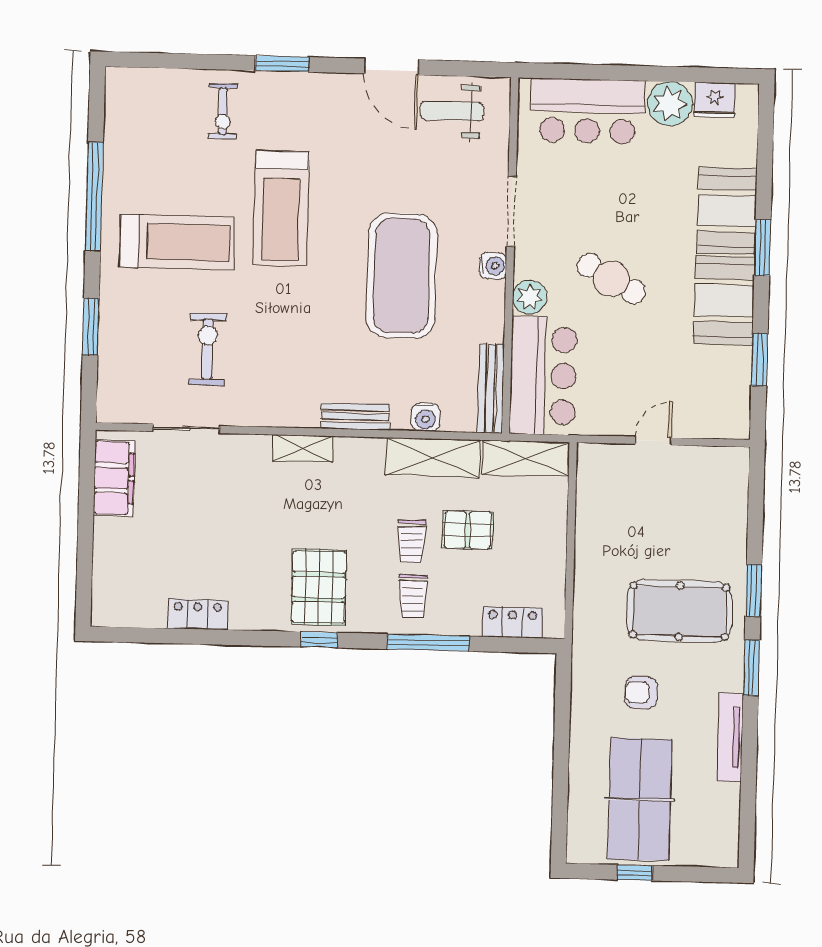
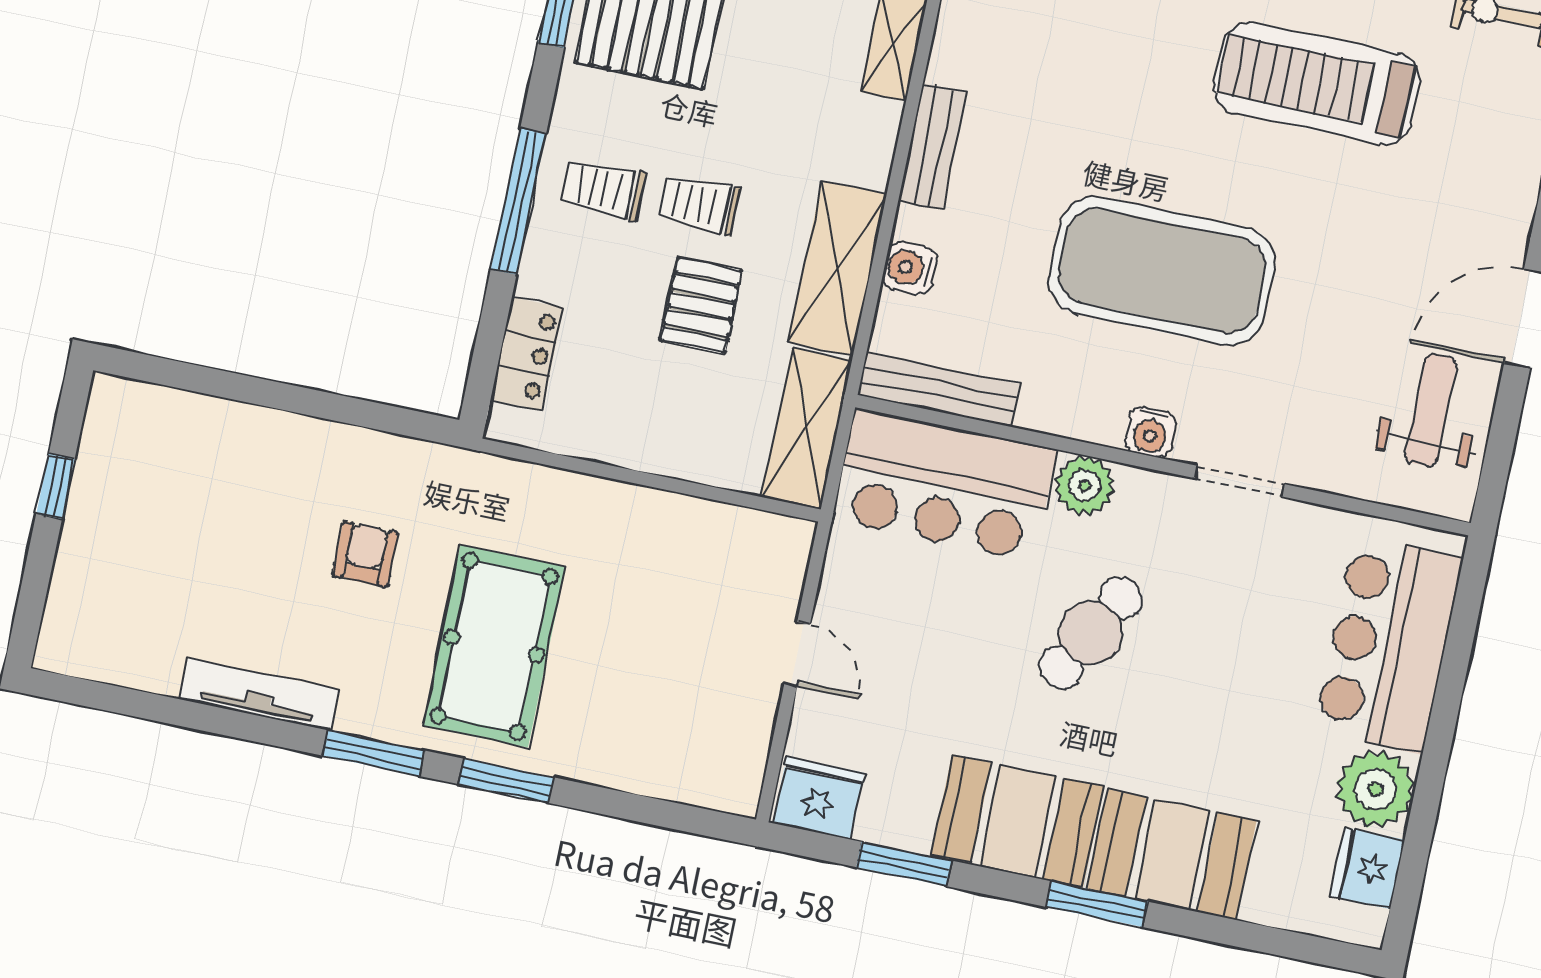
doorway: (511, 211) -> (1239, 481), width x0.73
fridge: (731, 414) -> (819, 798), added
table tennis table: (640, 799) -> (181, 518), removed

